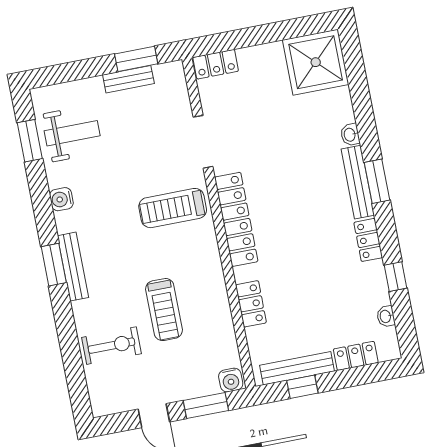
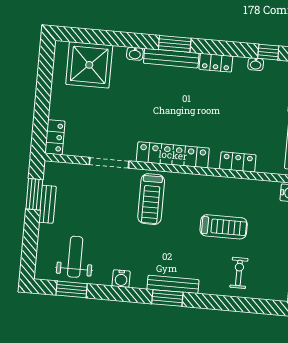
shower: (316, 62) -> (89, 65), moved
window: (395, 277) -> (268, 52), moved
washbasin: (386, 316) -> (256, 64), moved
exercise bike: (111, 346) -> (239, 273), width x0.73, depth x0.72

